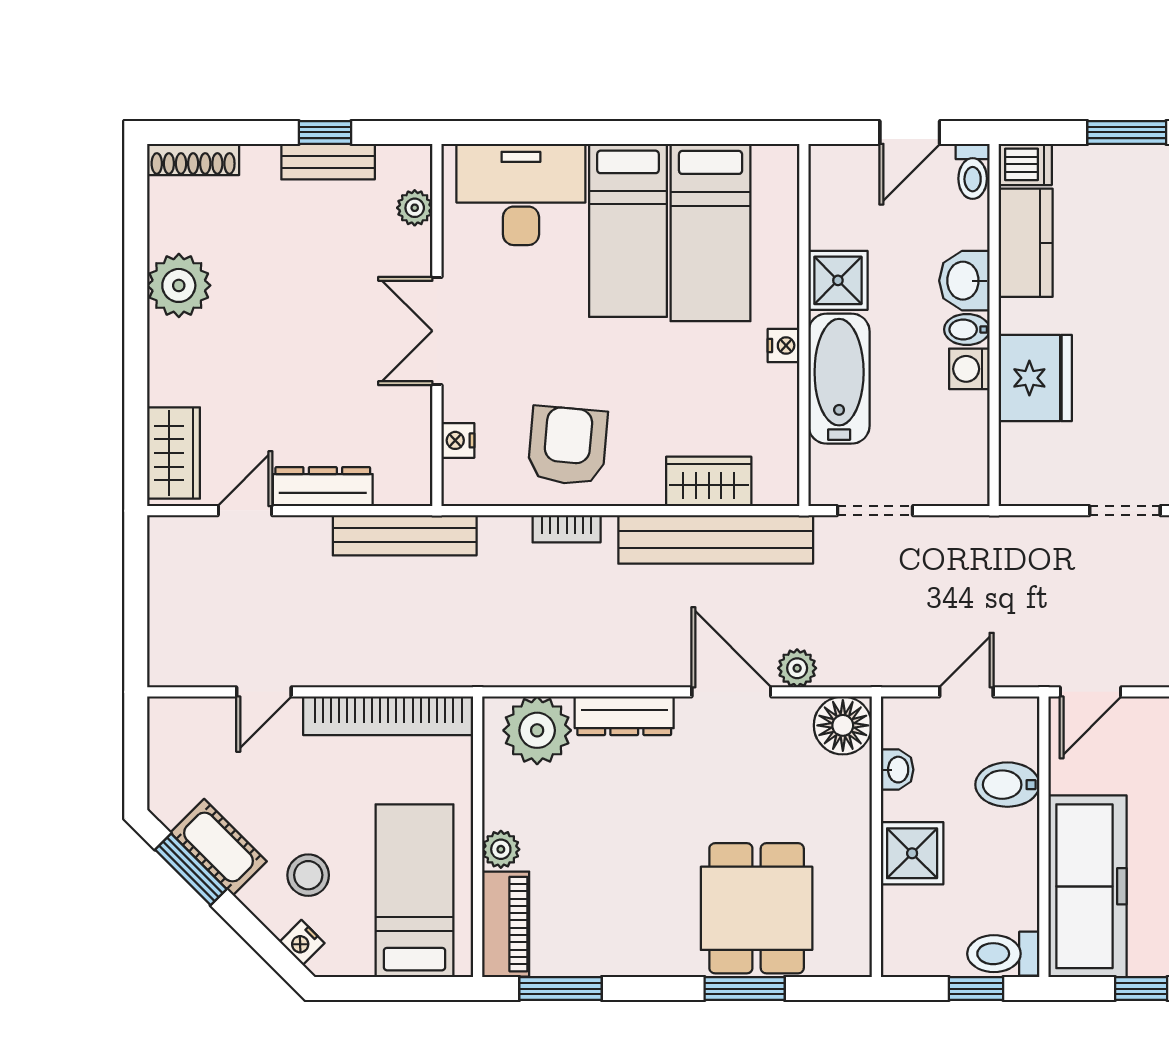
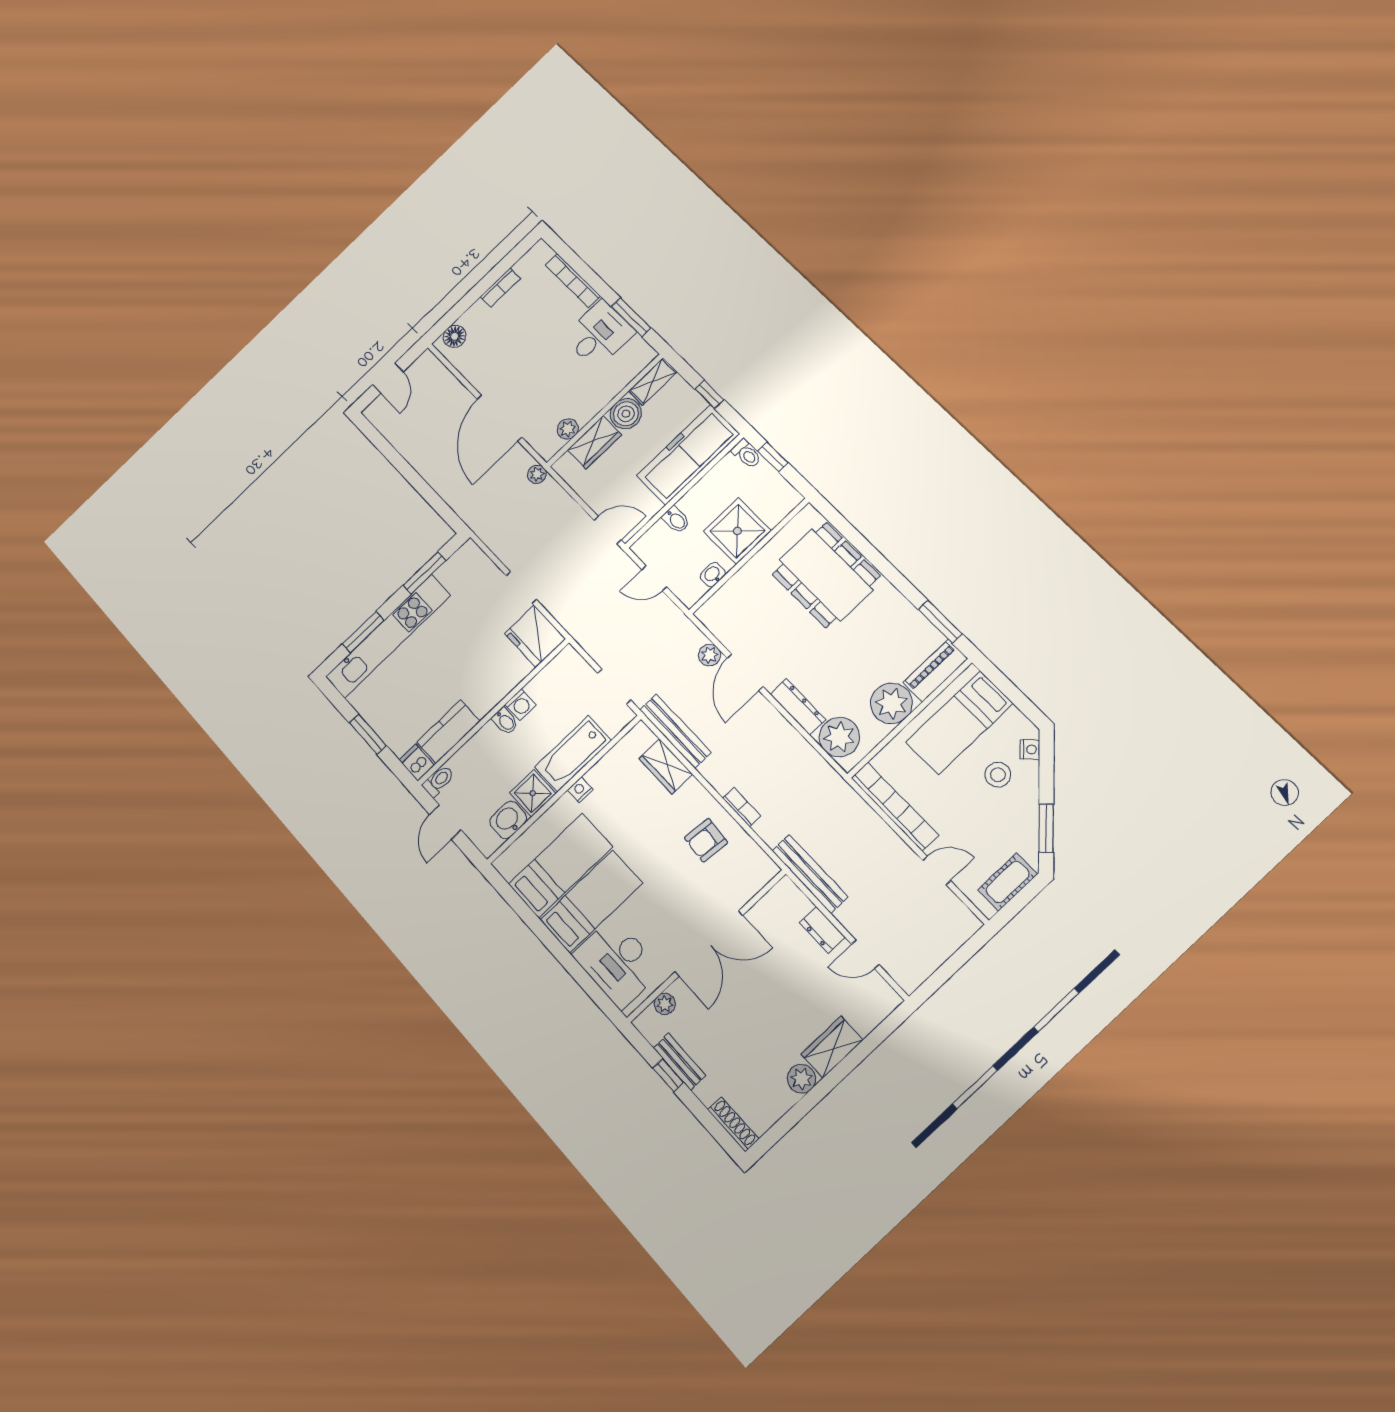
door: (910, 132) -> (445, 822), swing flipped
washbasin: (964, 281) -> (508, 820), moved, turned 180
plant: (179, 285) -> (801, 1079), width x0.73, depth x0.73
double door: (437, 331) -> (709, 944), width x1.37
fridge: (1035, 378) -> (535, 636), moved, turned -90
nightstand: (458, 440) -> (747, 890), removed
armchair: (567, 446) -> (706, 840), width x0.72, depth x0.72
wardrobe: (173, 453) -> (832, 1047), moved
dresser: (323, 487) -> (822, 930), width x0.70
bench: (716, 539) -> (675, 731), width x0.73, depth x0.82
floor lamp: (843, 725) -> (716, 614), removed
bidet: (1007, 785) -> (676, 520), width x0.72, depth x0.74
cot: (219, 847) -> (1008, 882), moved, turned 45
plant: (501, 849) -> (892, 703), width x1.88, depth x1.88
shower: (912, 853) -> (737, 531), width x1.36, depth x1.36
dining table: (757, 908) -> (826, 575), width x1.38
toilet: (1003, 954) -> (746, 454), width x0.73, depth x0.72
window: (745, 989) -> (865, 547), removed

